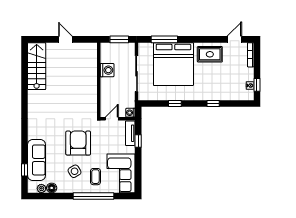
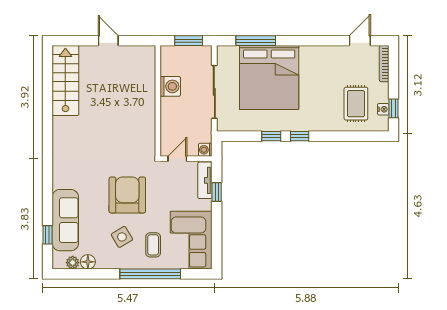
rug: (210, 54) -> (356, 104), moved, turned 90
window: (213, 104) -> (300, 136), moved

